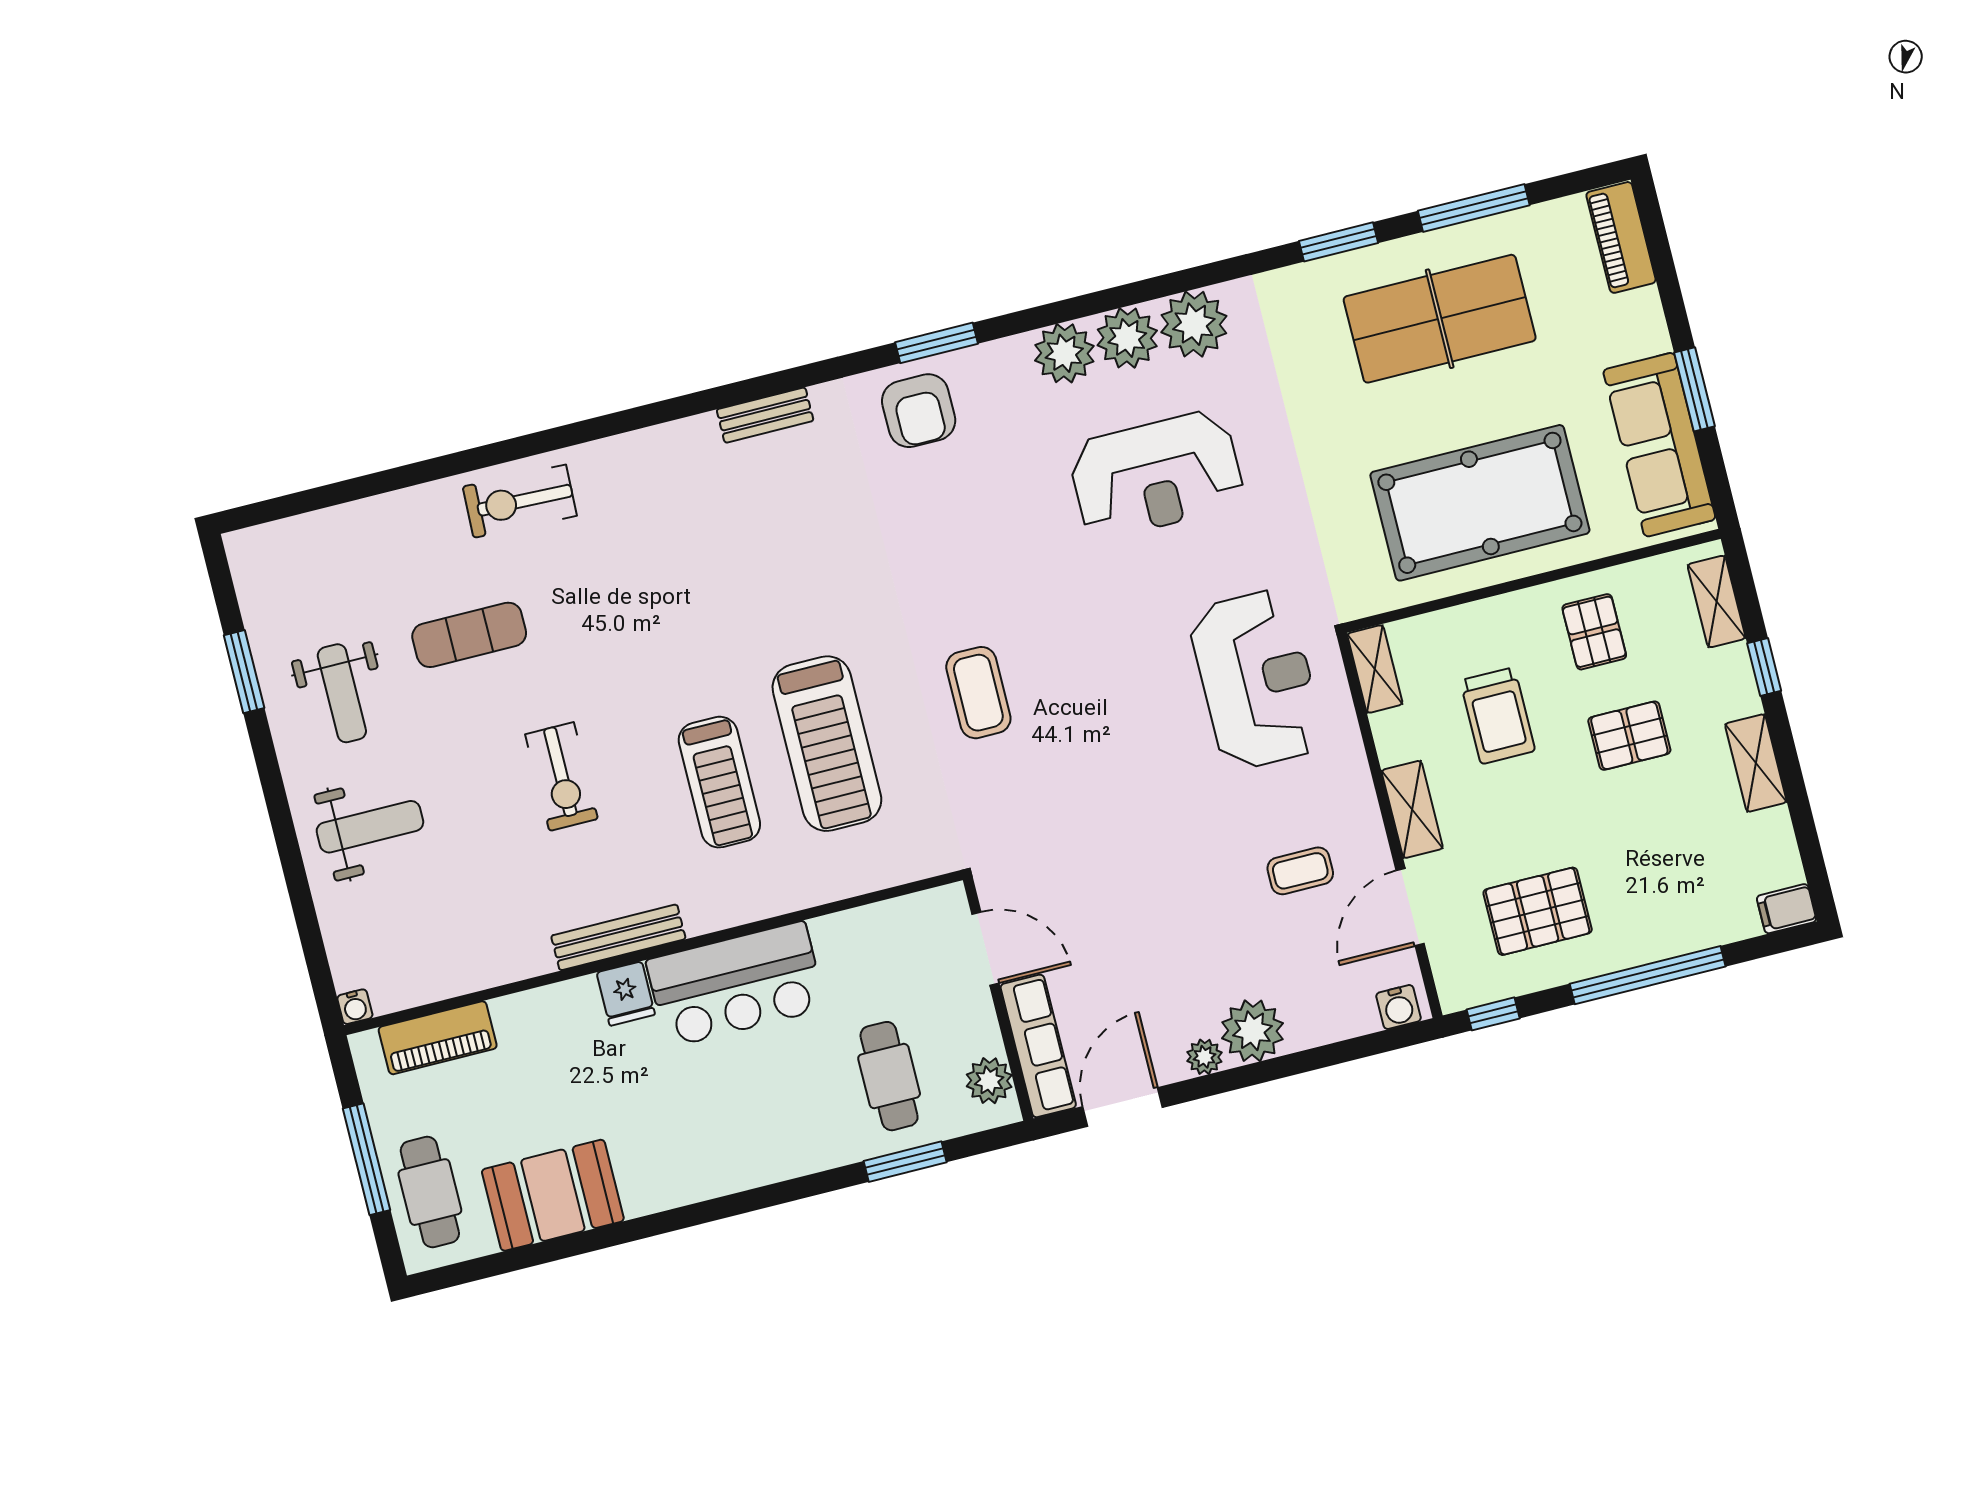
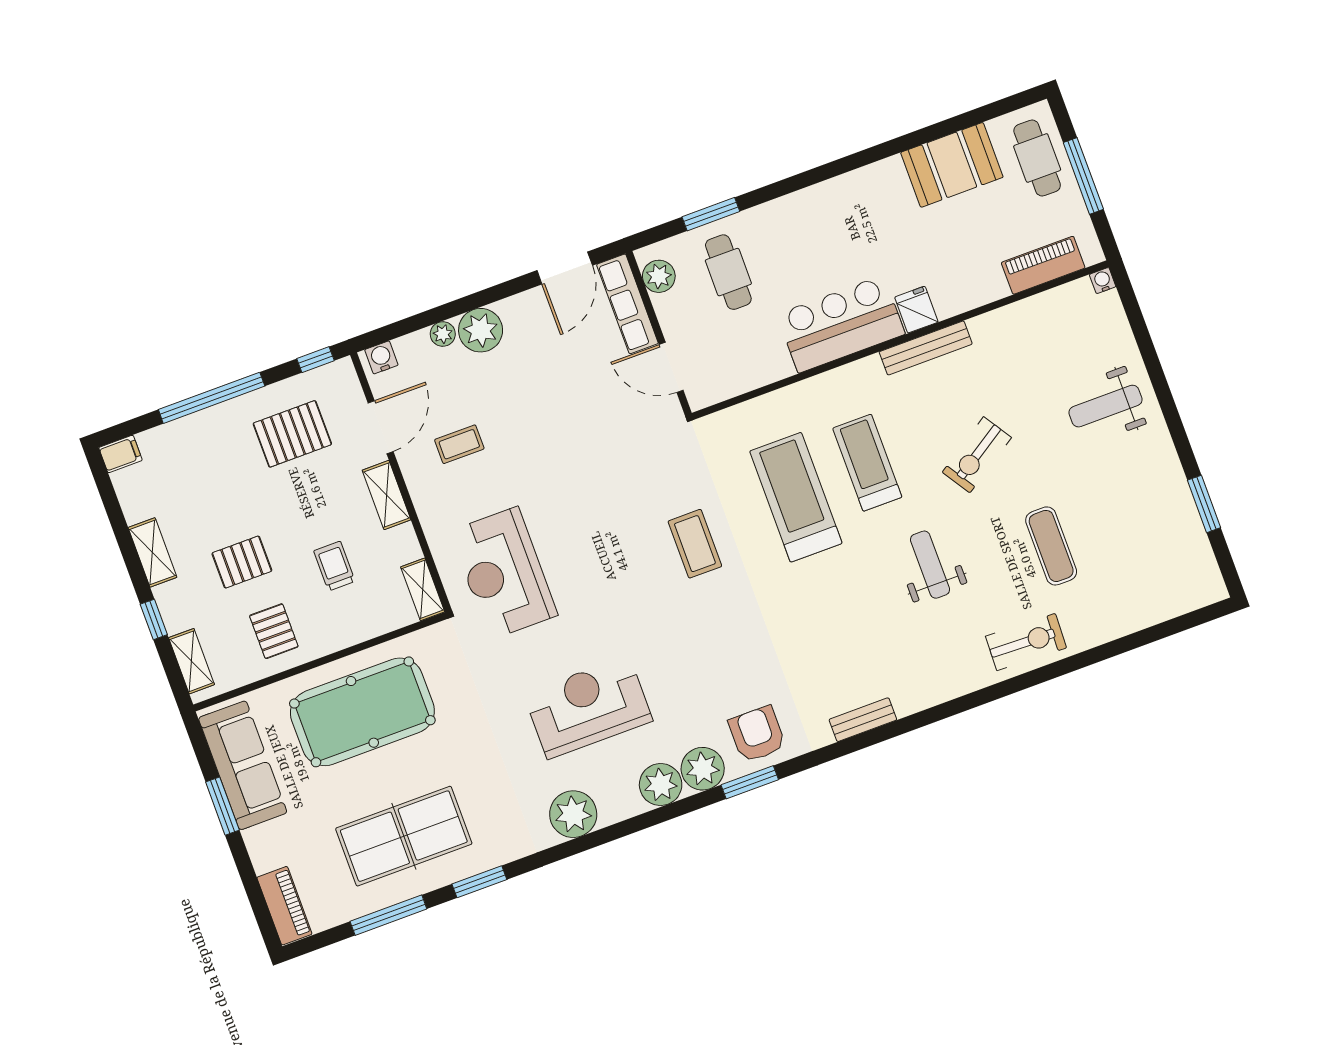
plant: (1127, 338) -> (703, 769), moved
exercise mat: (469, 635) -> (1051, 546), turned 90
weight bench: (342, 693) -> (930, 565), moved
trolley: (1498, 716) -> (334, 566), width x0.73, depth x0.72
exercise bike: (562, 777) -> (977, 455), turned -123
plant: (1204, 1057) -> (443, 334), moved

